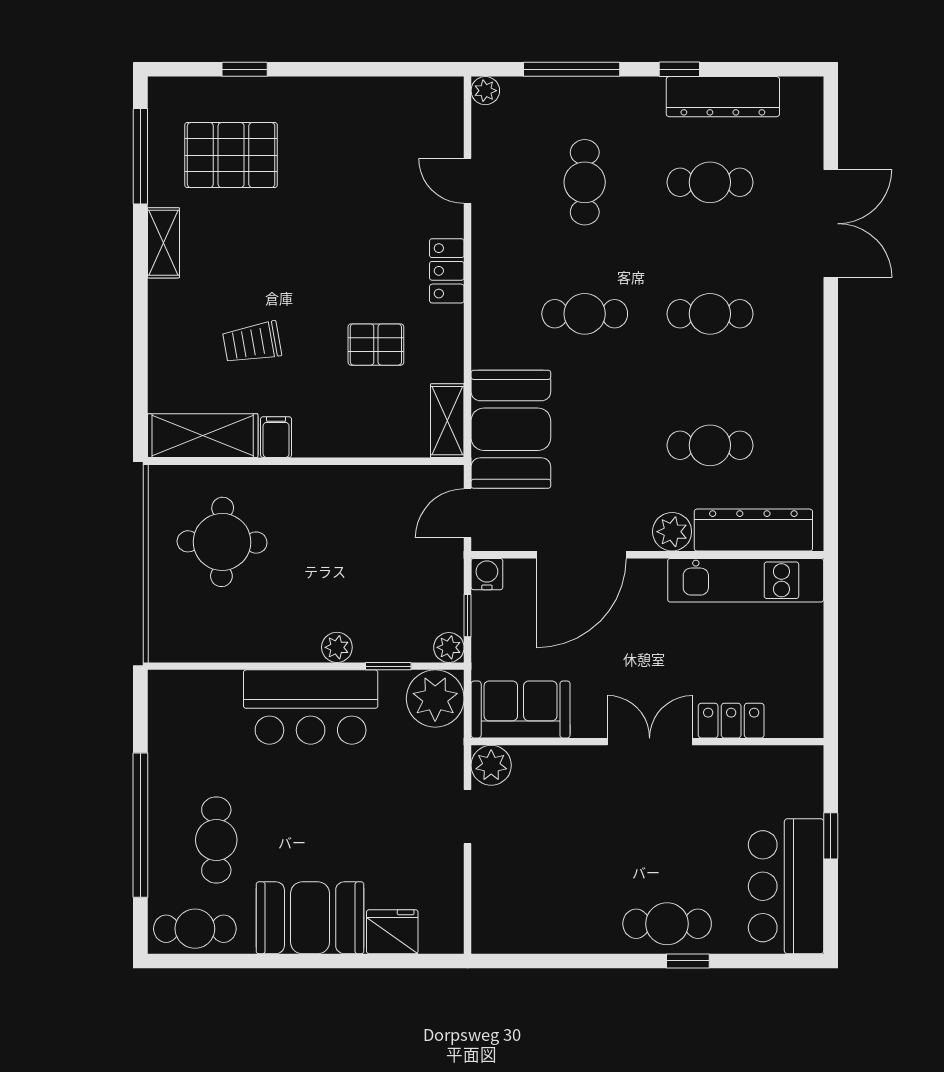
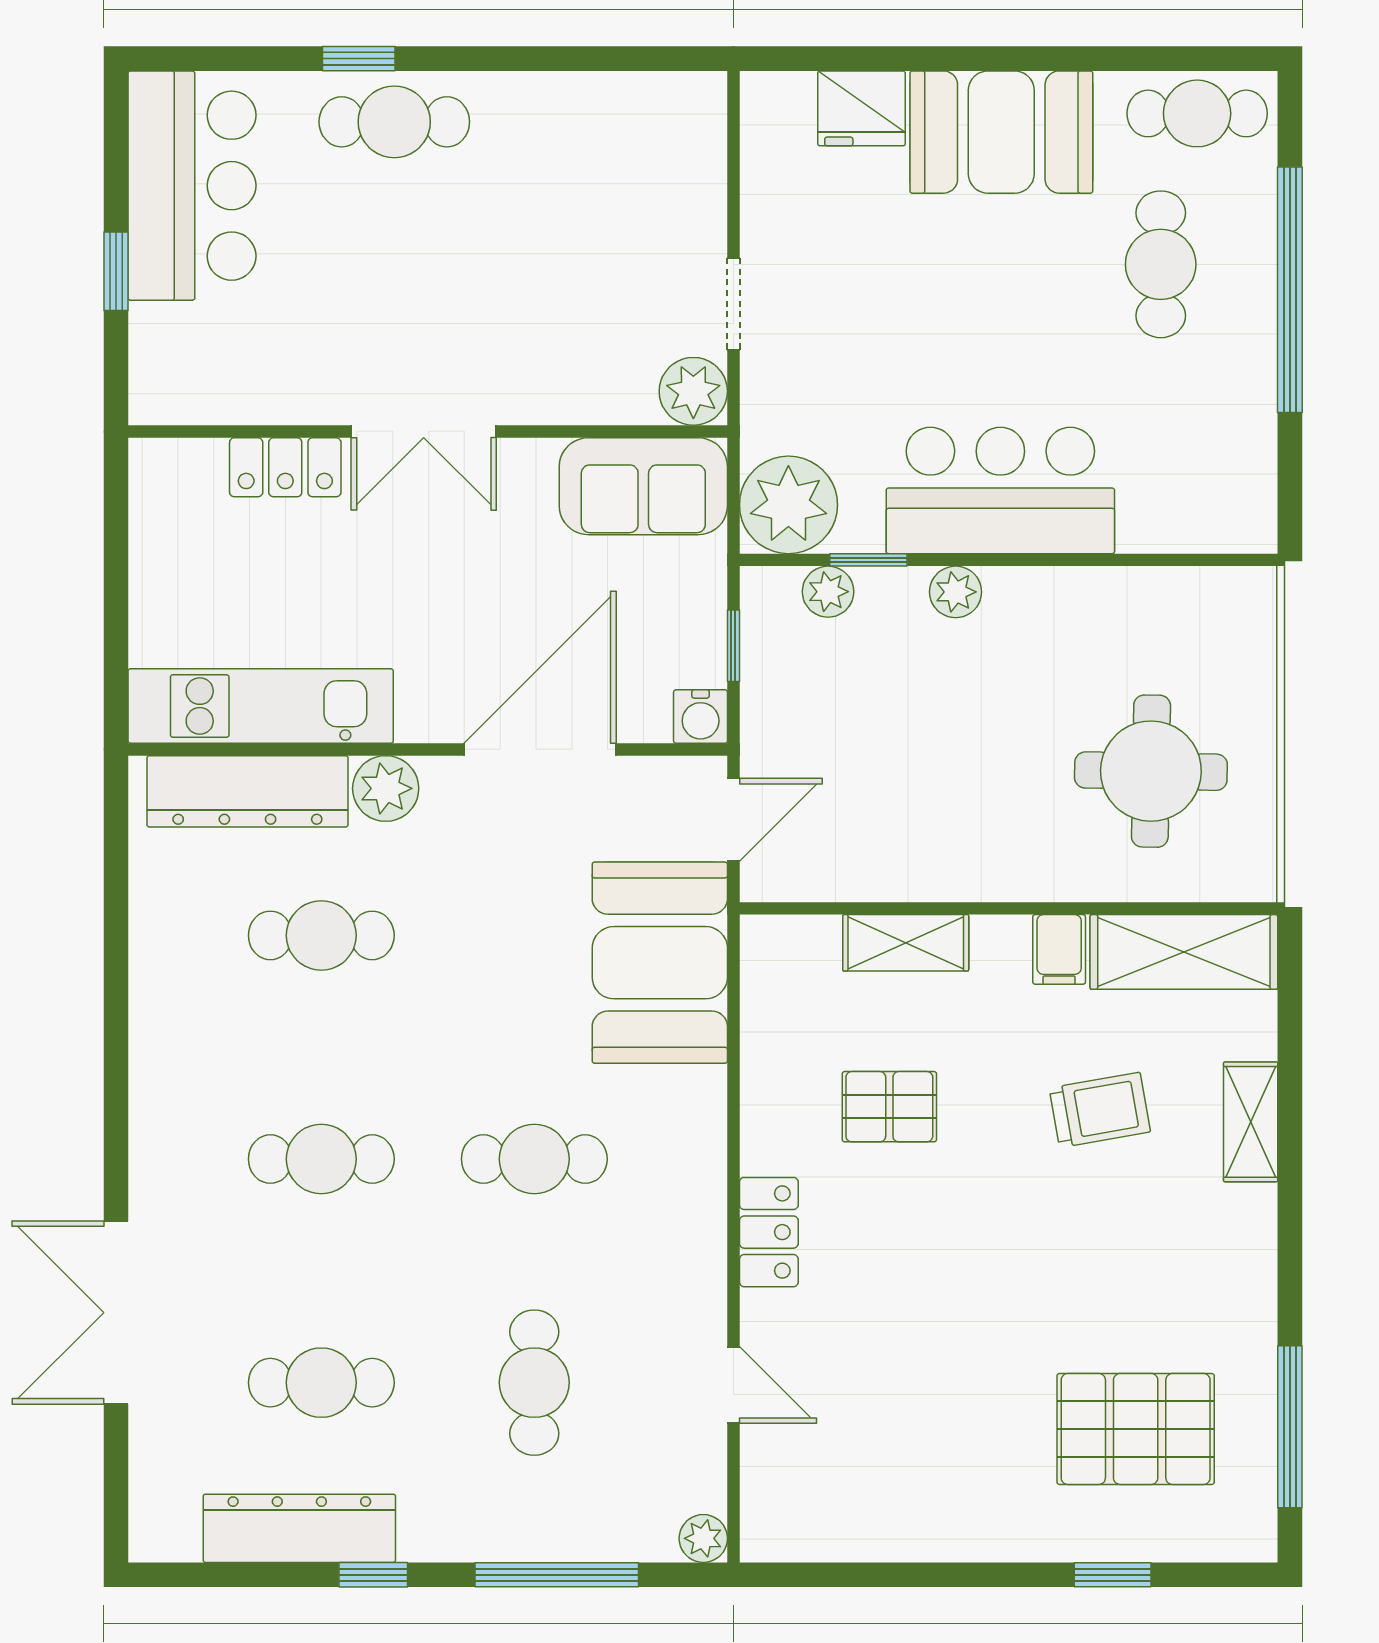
shelving: (163, 243) -> (1251, 1122), moved
shelving: (447, 421) -> (906, 943), moved, turned 90
plant: (449, 647) -> (828, 592), moved

